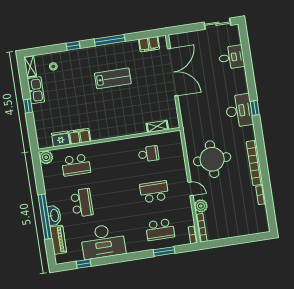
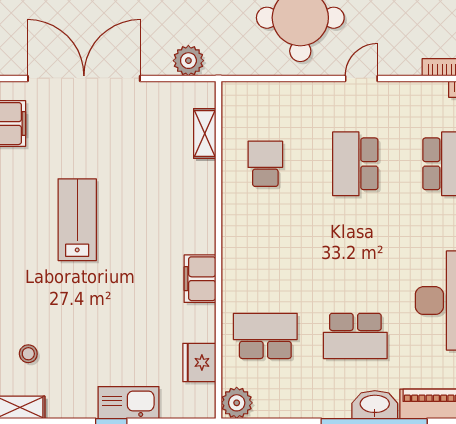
kitchen sink: (36, 90) -> (128, 403), moved
filing cabinet: (80, 136) -> (200, 279), moved
school desk: (76, 165) -> (265, 336), turned -90
school desk: (82, 203) -> (355, 336), turned 180
plant: (201, 206) -> (188, 61), moved

